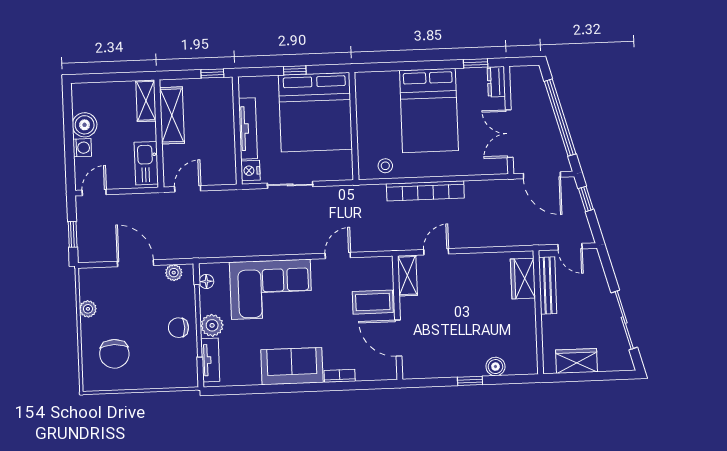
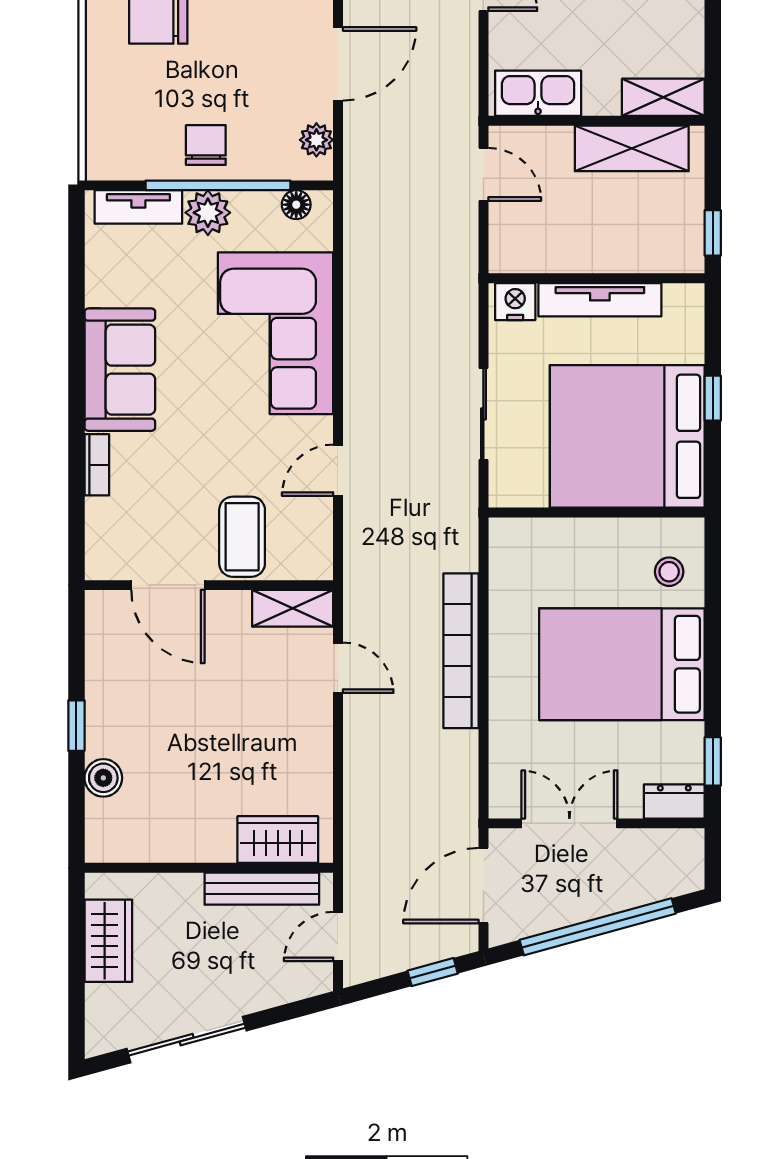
stool: (385, 166) -> (669, 572), moved
sliding door: (290, 185) -> (483, 414), moved
door: (338, 256) -> (338, 470), swing flipped
door: (398, 338) -> (168, 585), swing flipped

